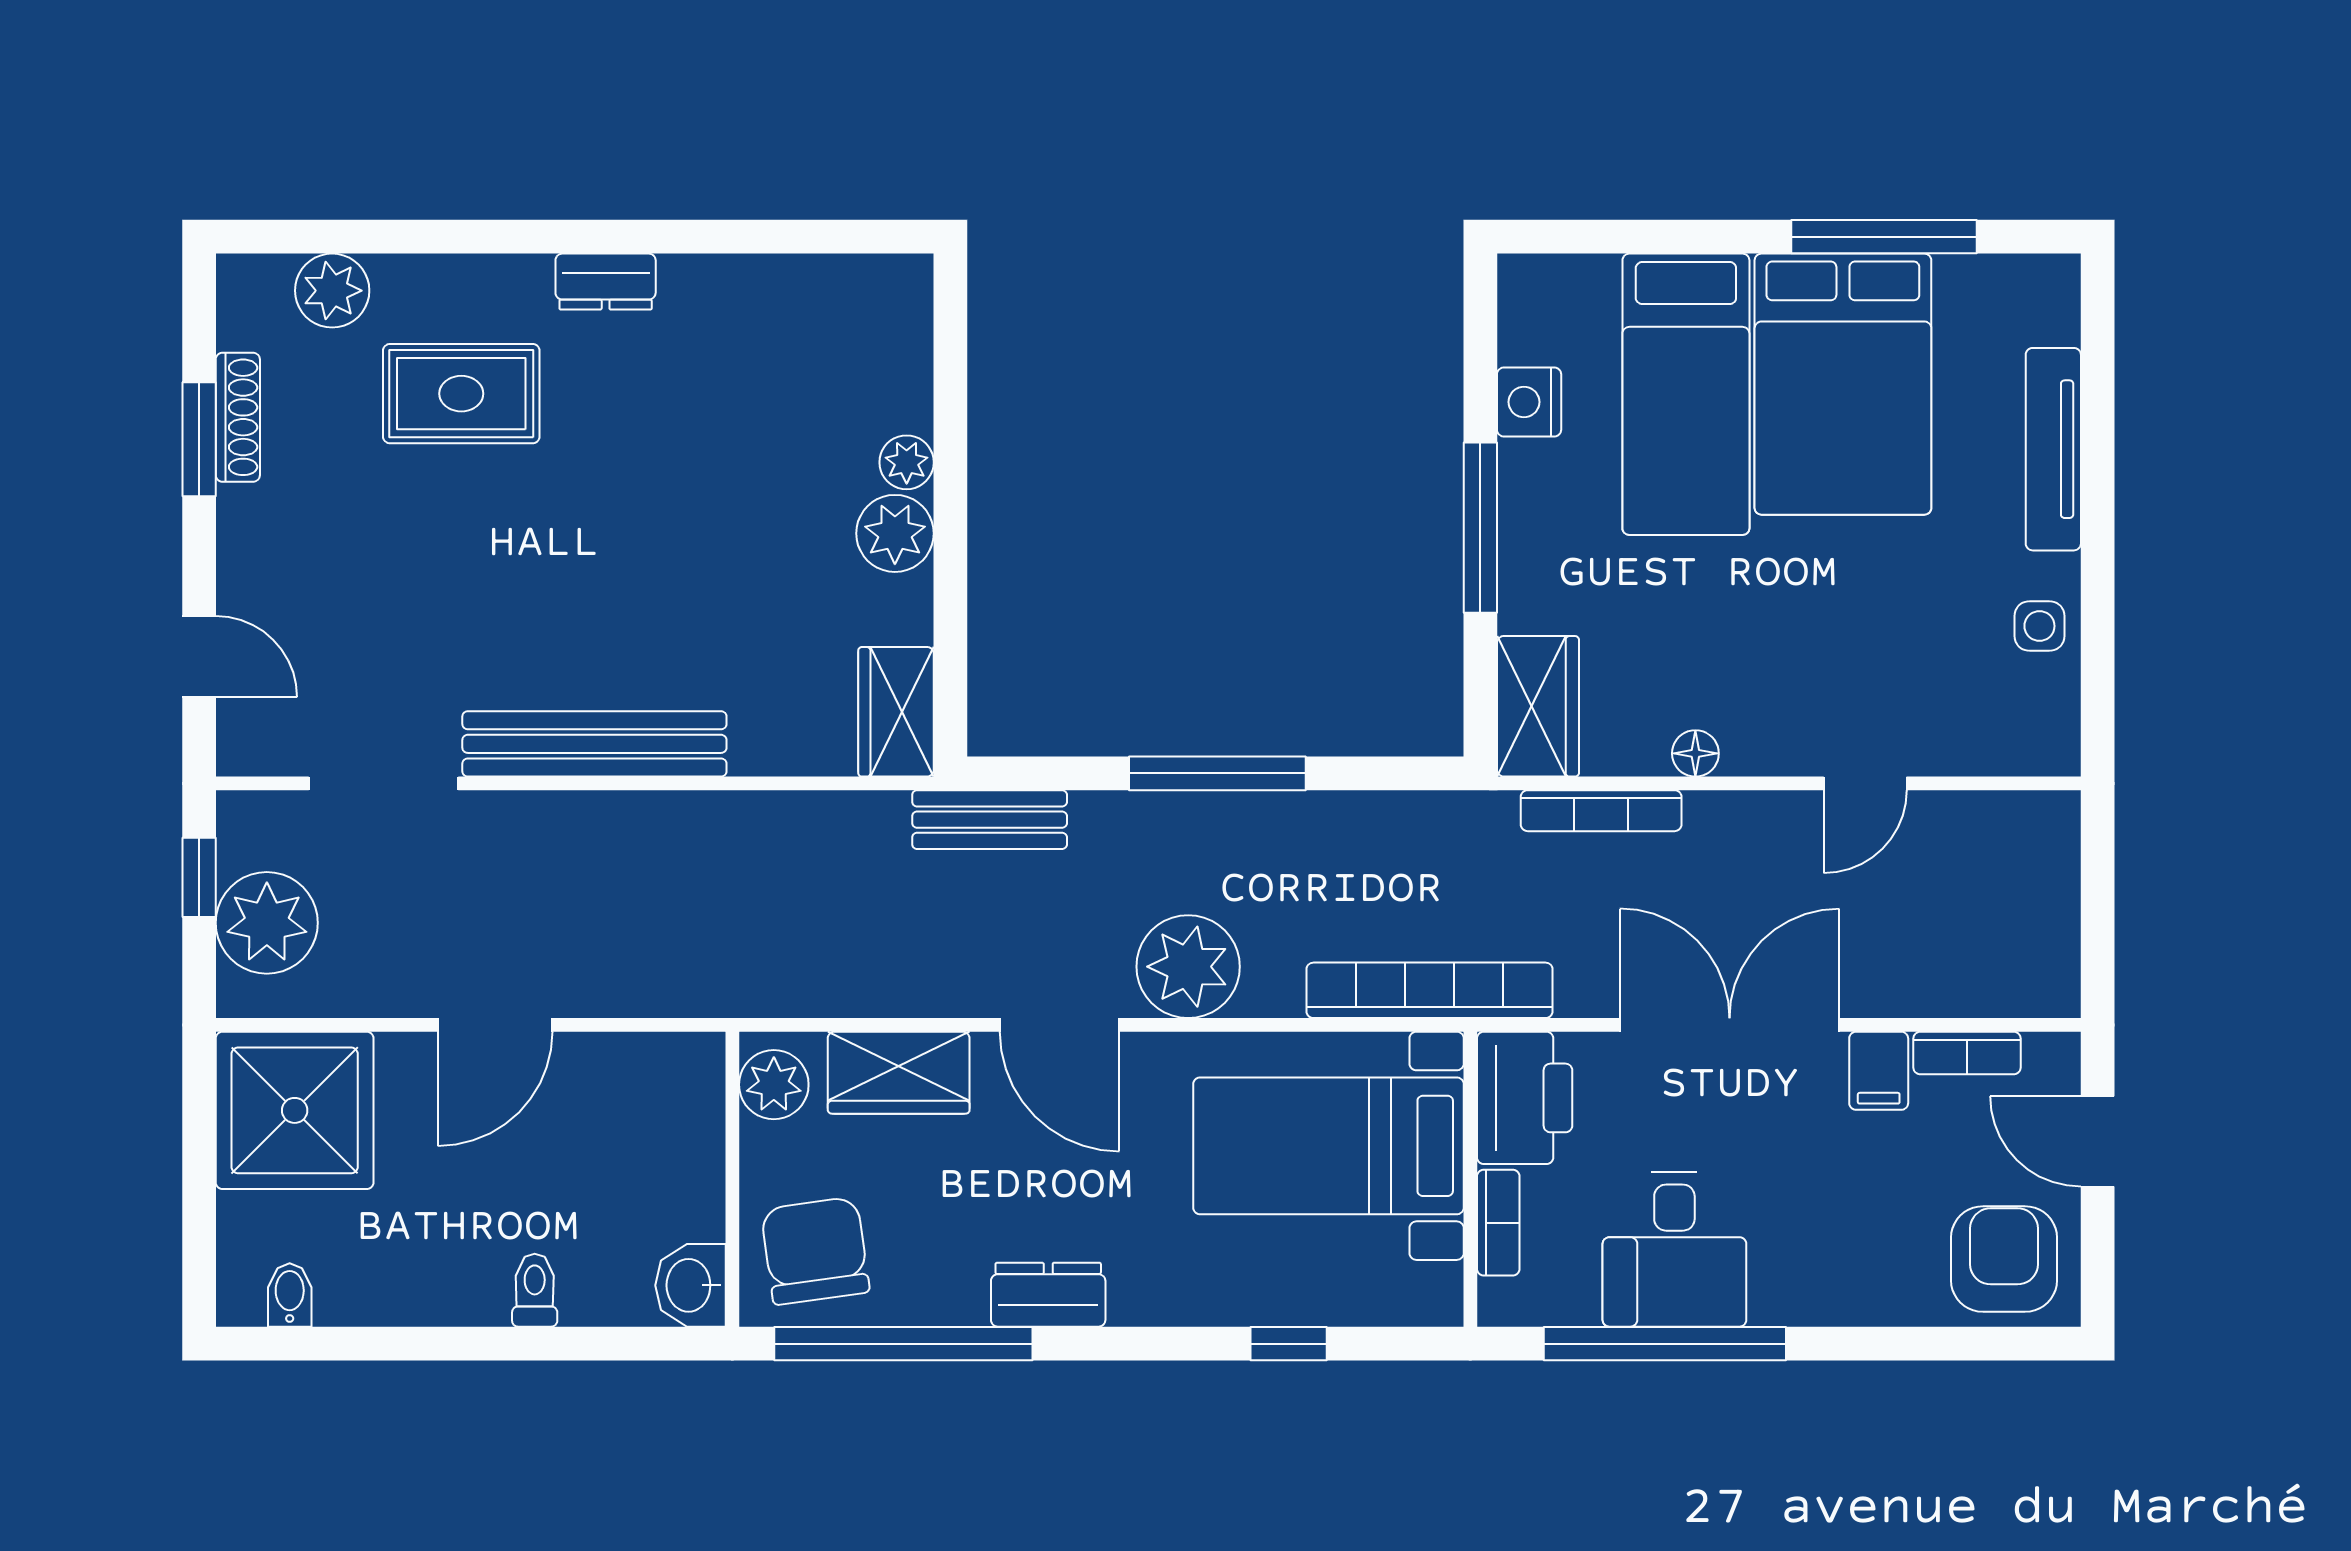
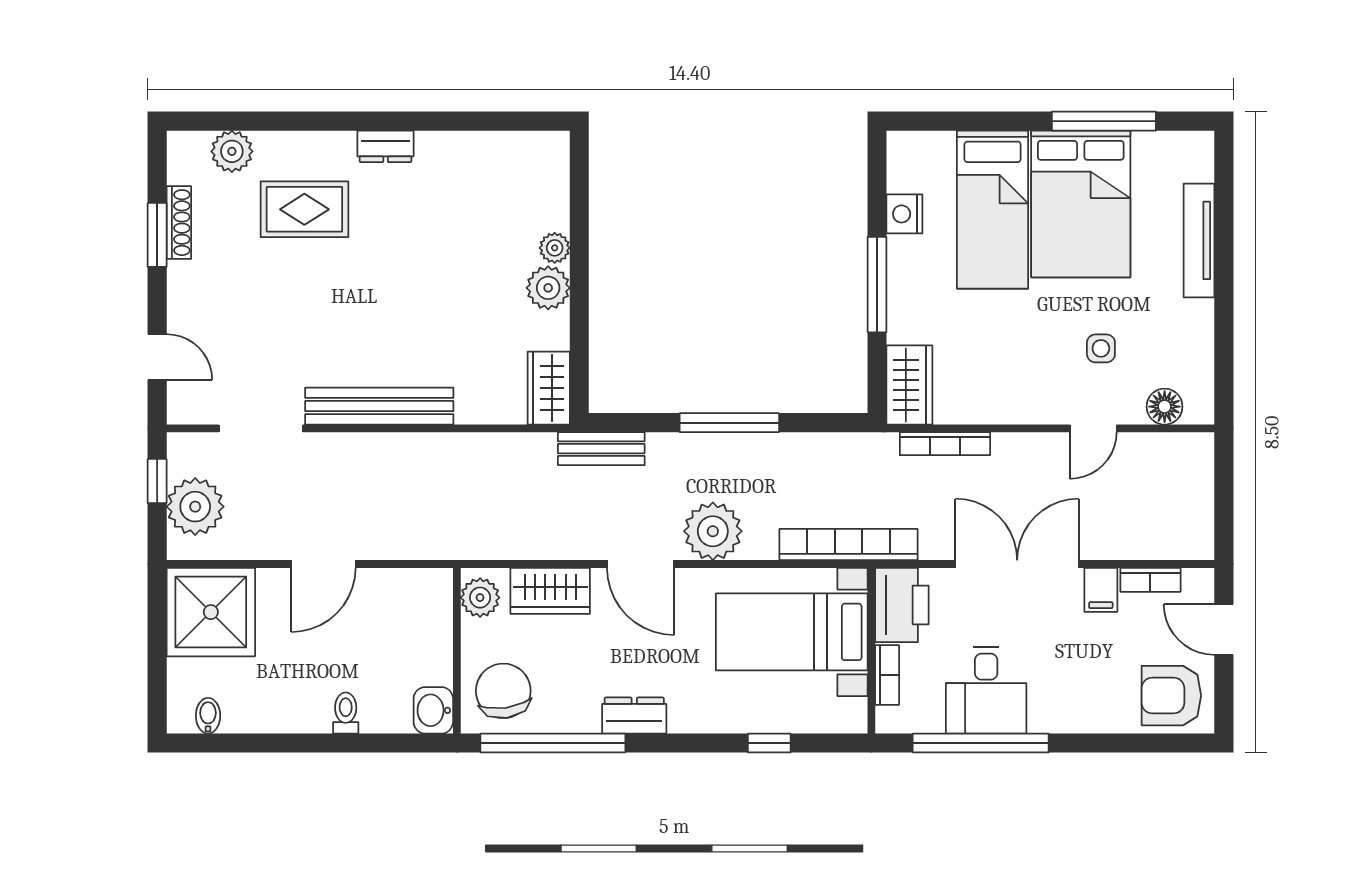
side table: (2039, 626) -> (1101, 348), moved
floor lamp: (1695, 753) -> (1165, 407), moved, width x1.37, depth x1.37
armchair: (2004, 1259) -> (1171, 696), turned -90

